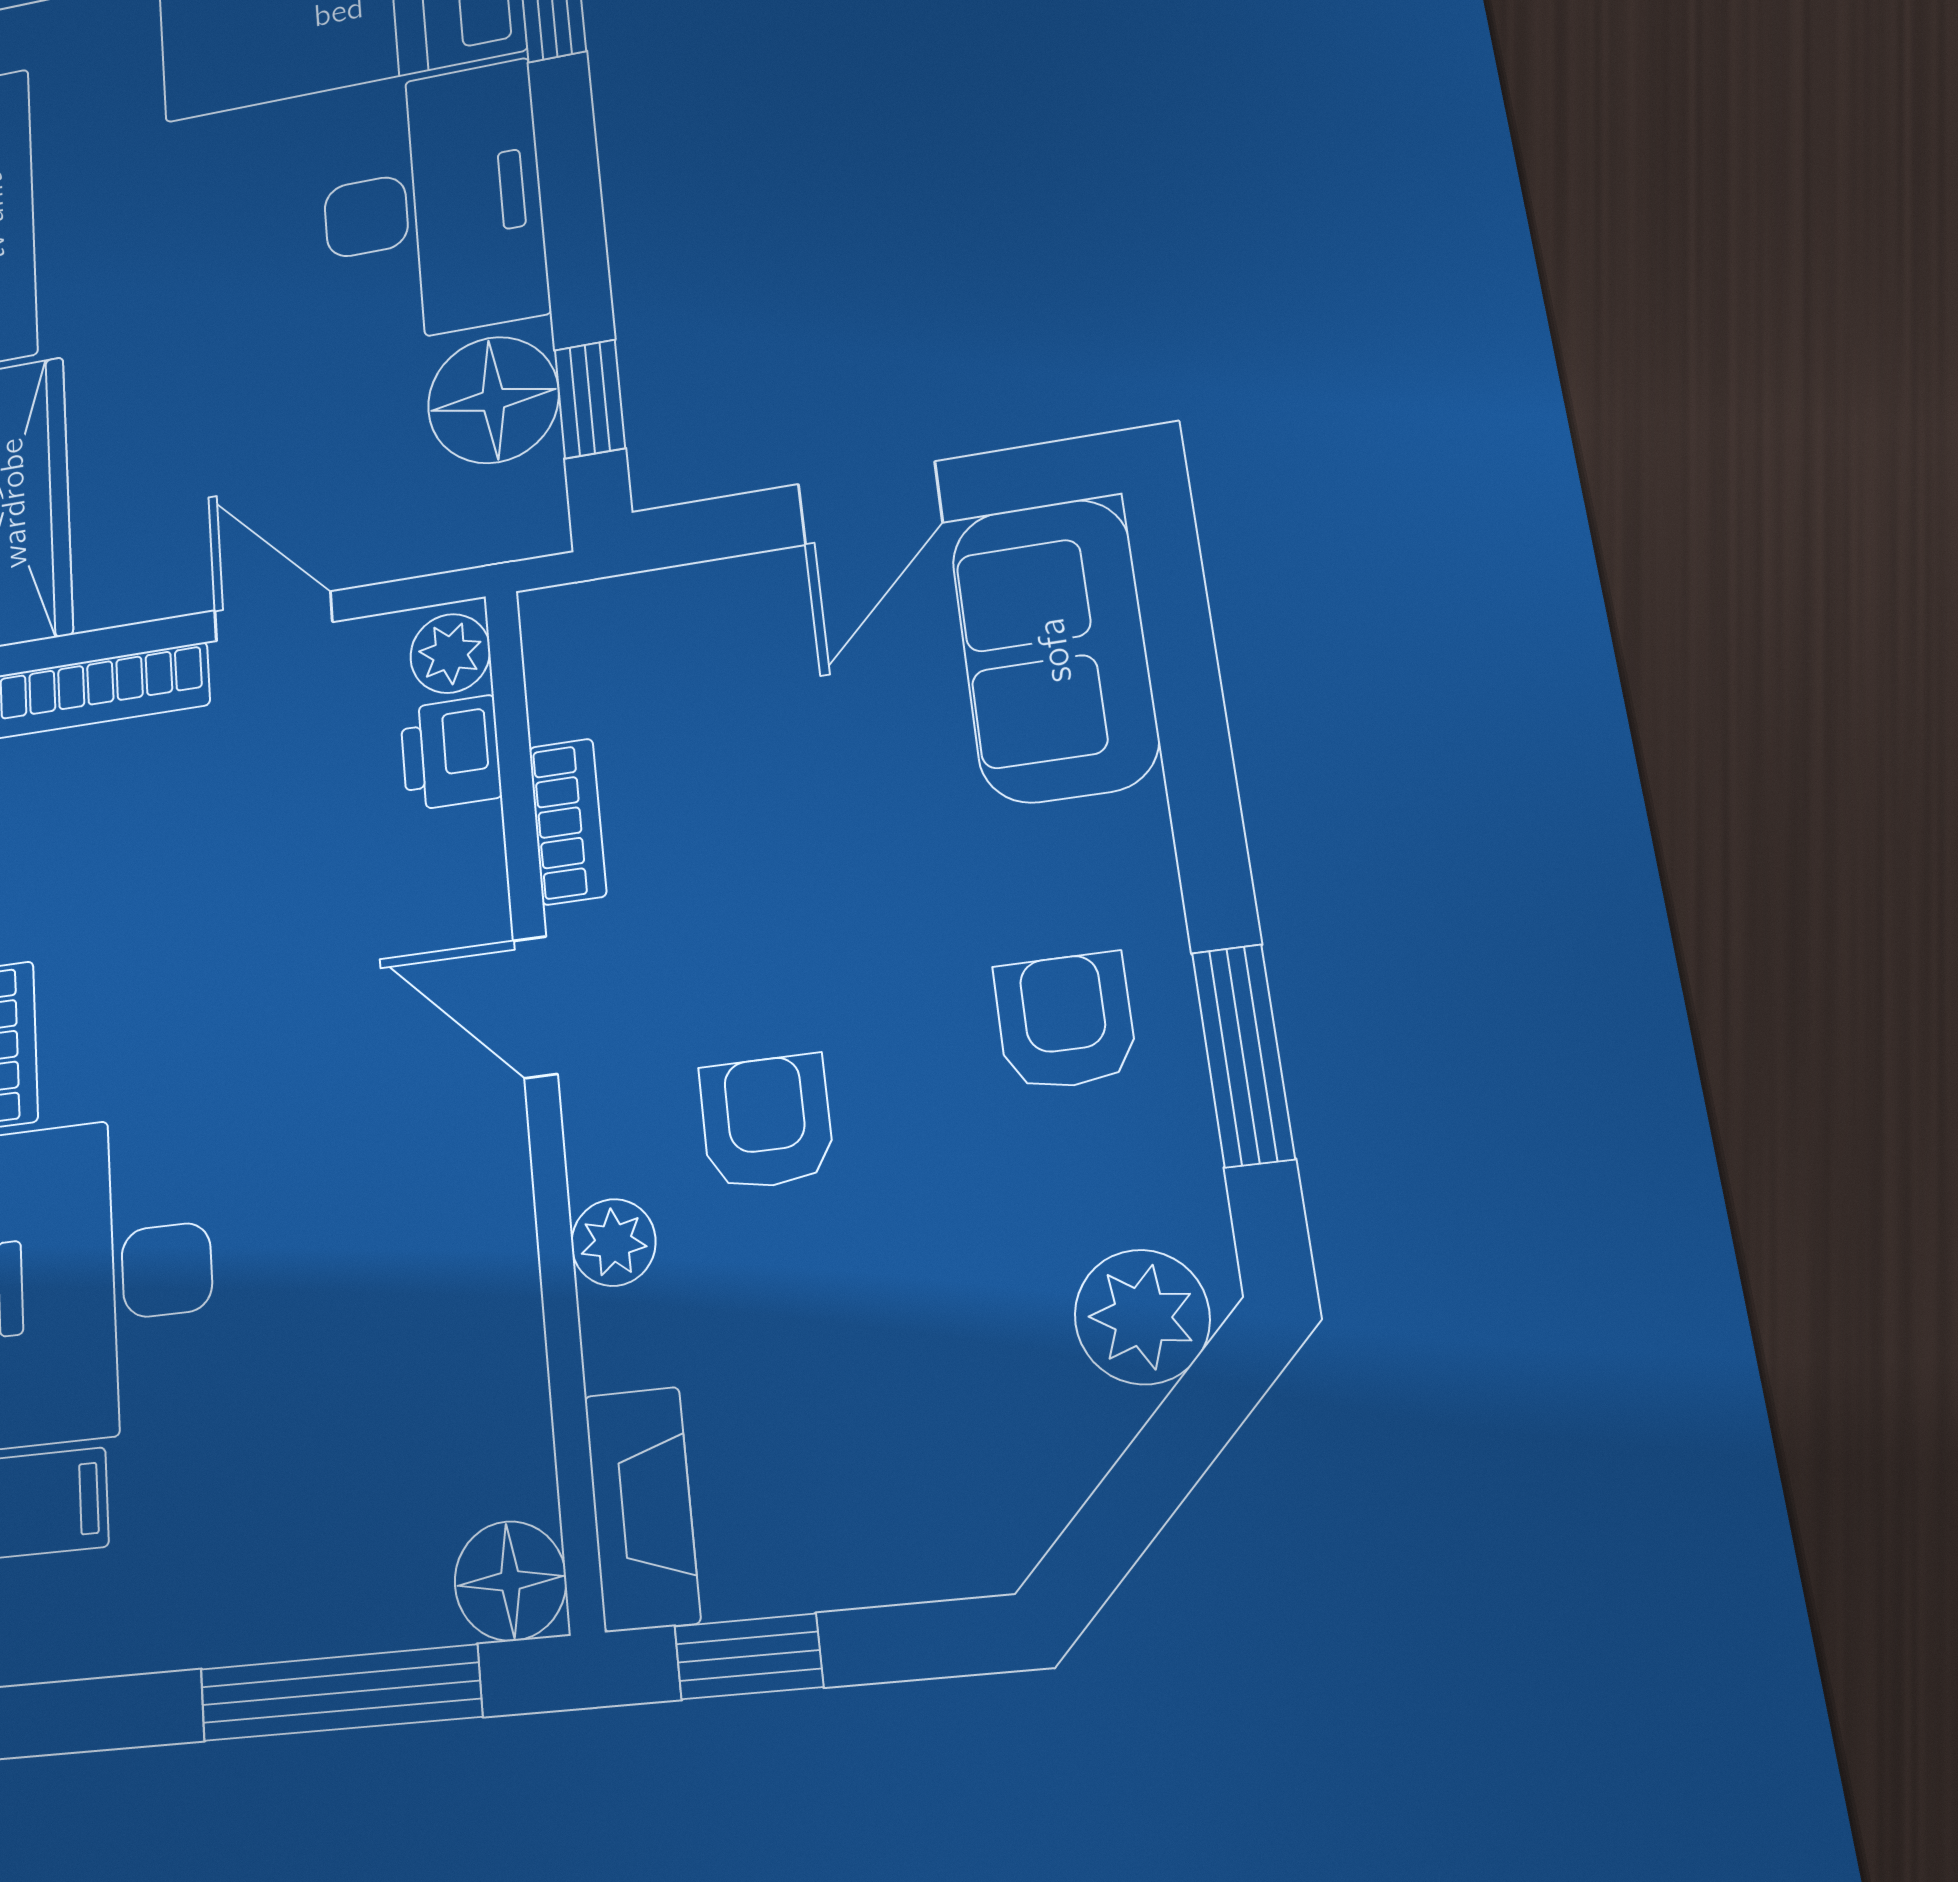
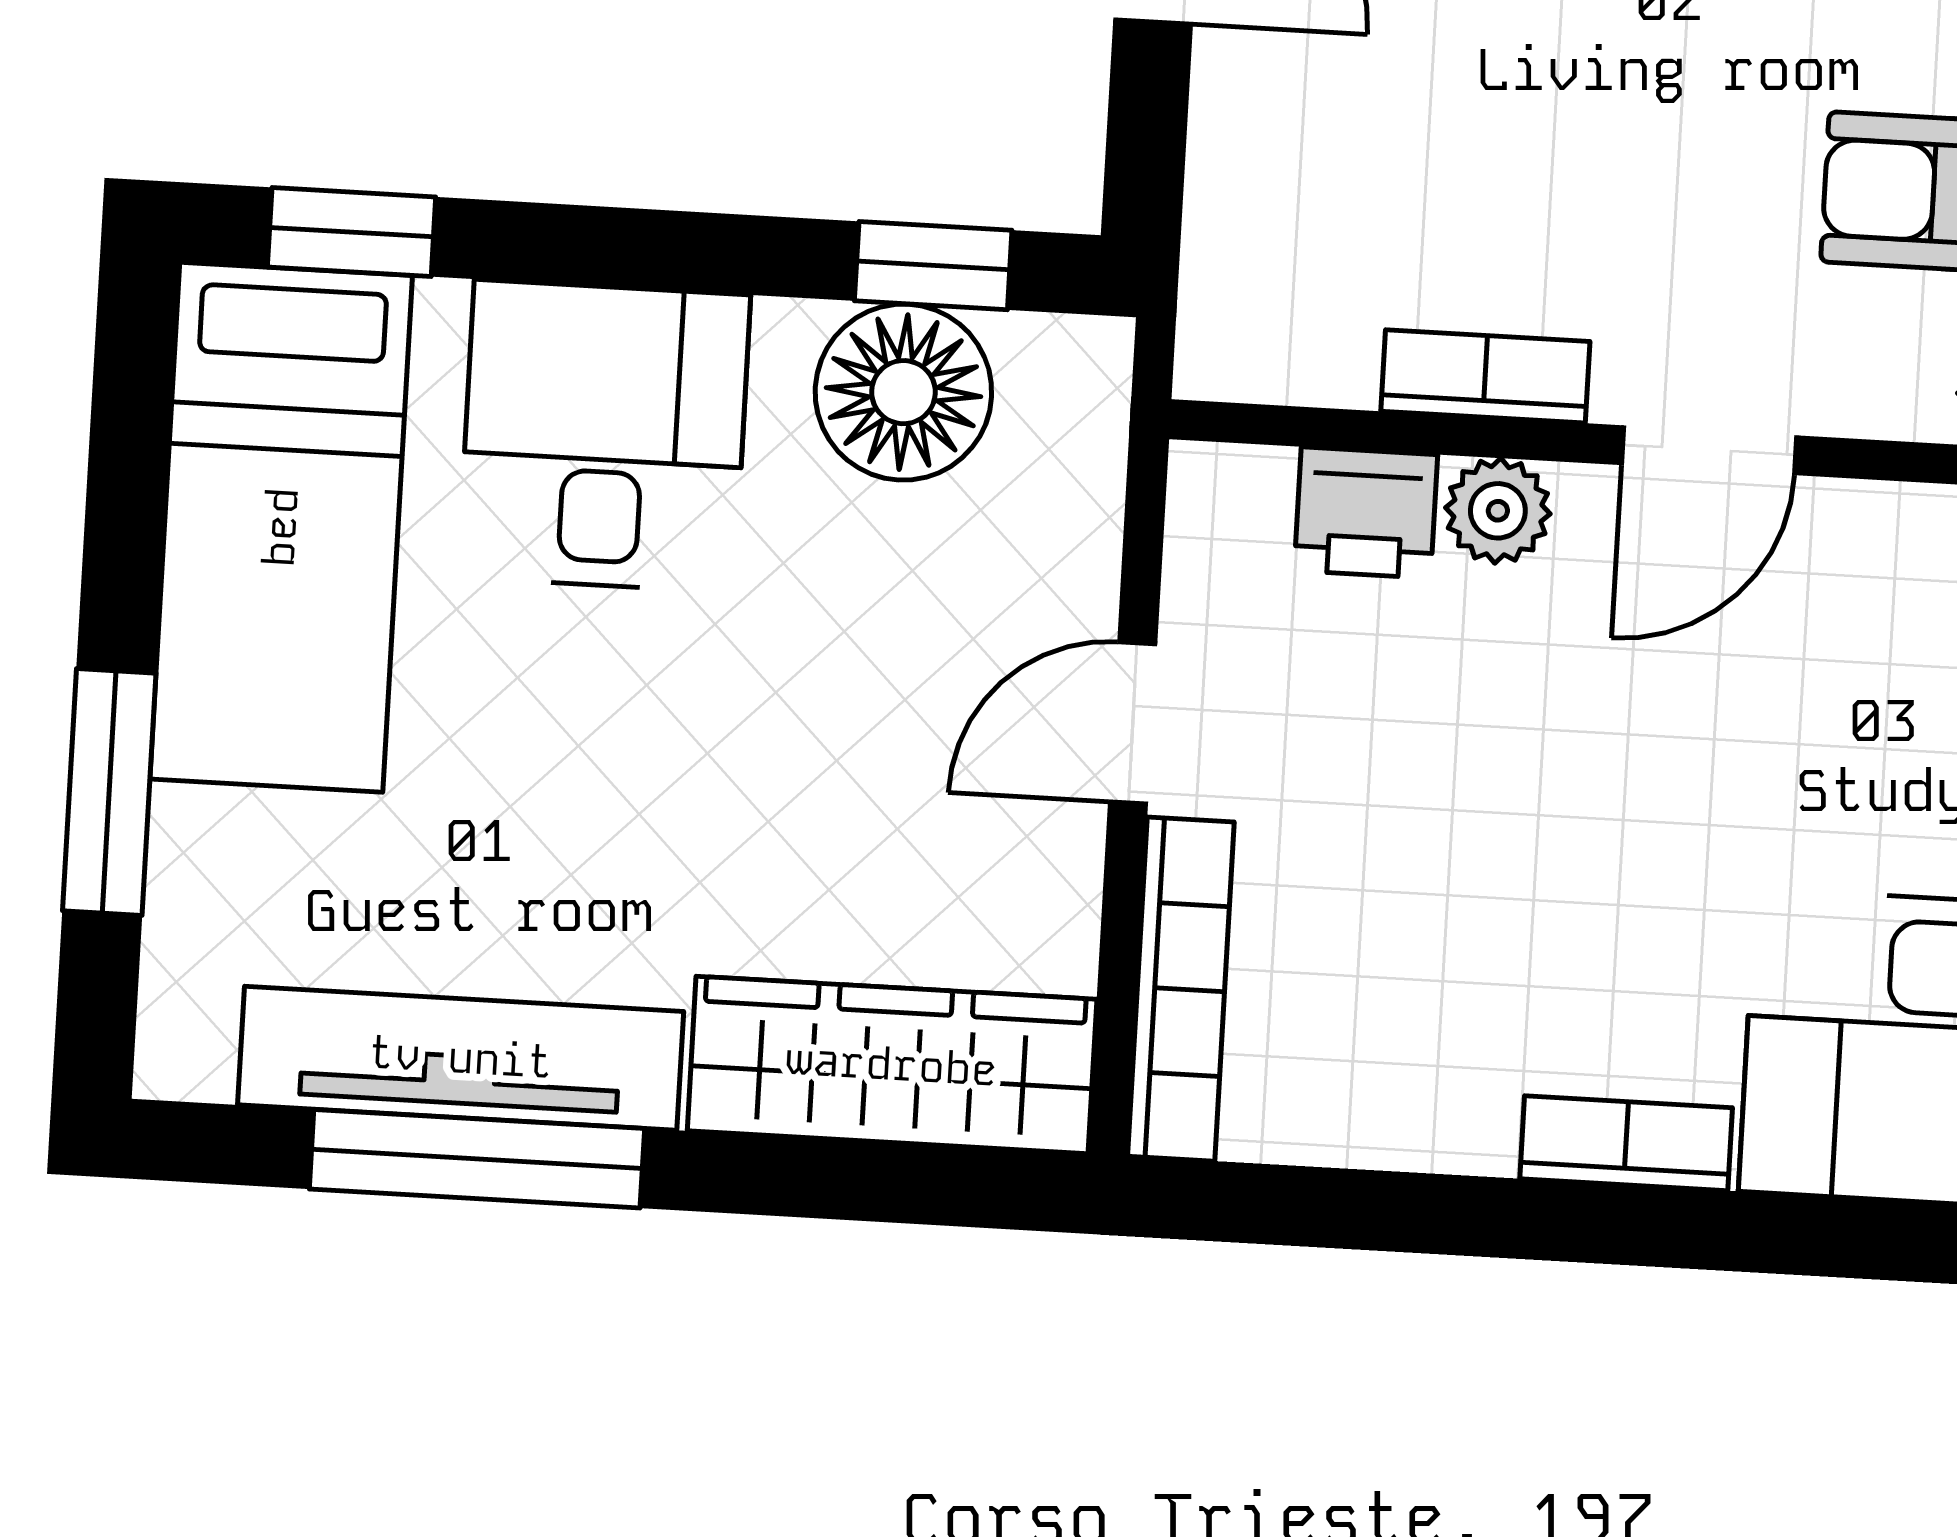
desk: (432, 204) -> (604, 436), width x0.73
plant: (450, 653) -> (1498, 511), moved

